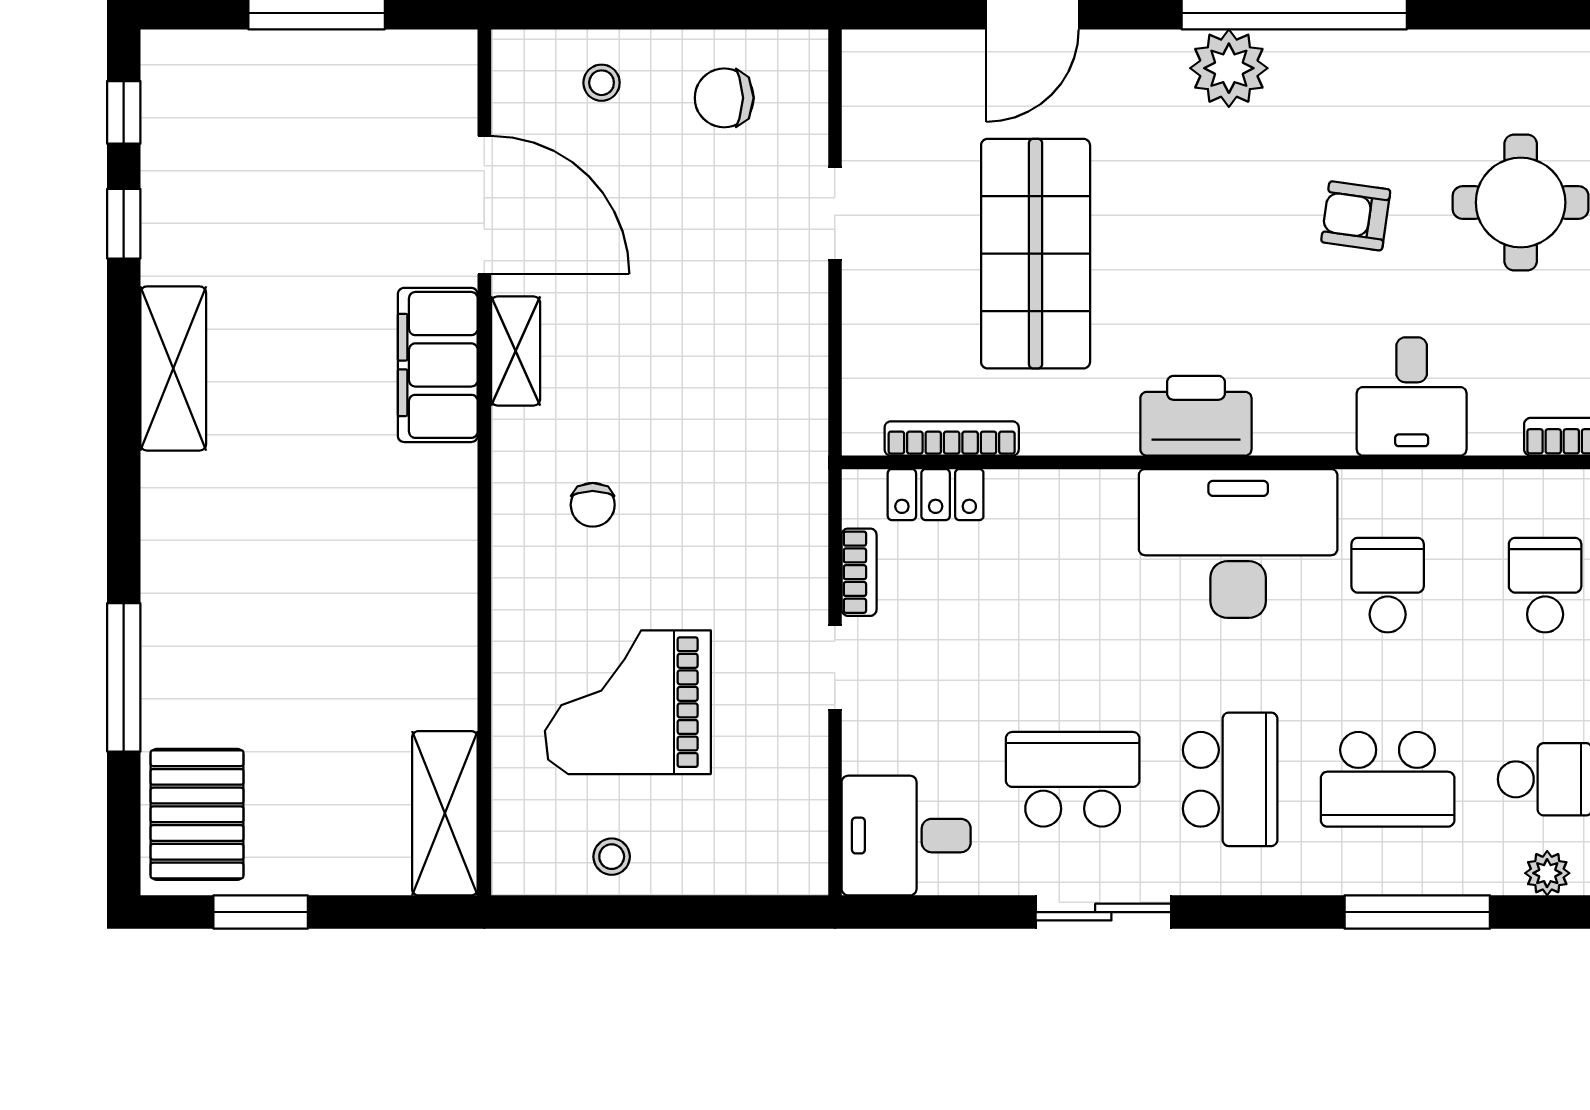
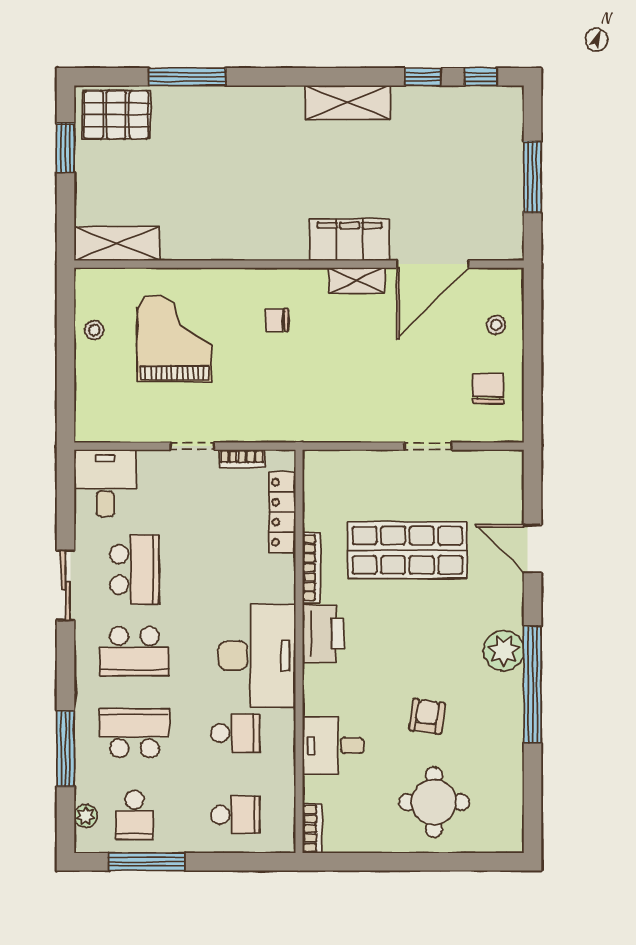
bookcase: (952, 438) -> (311, 568), moved
locker: (936, 495) -> (282, 512), width x1.53
school desk: (1388, 779) -> (134, 733), turned 90

